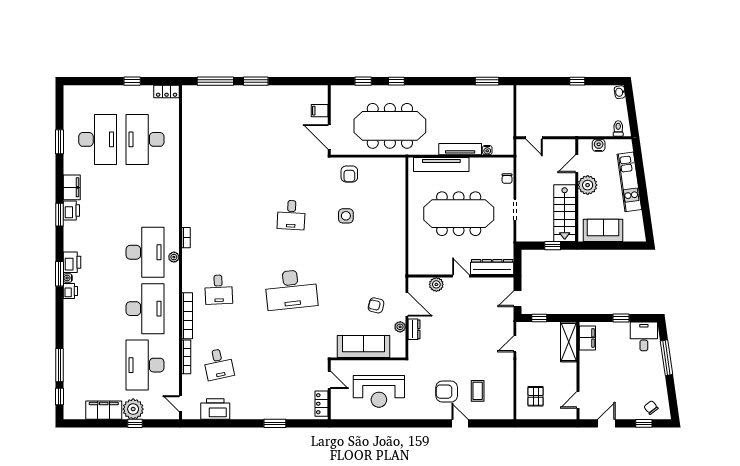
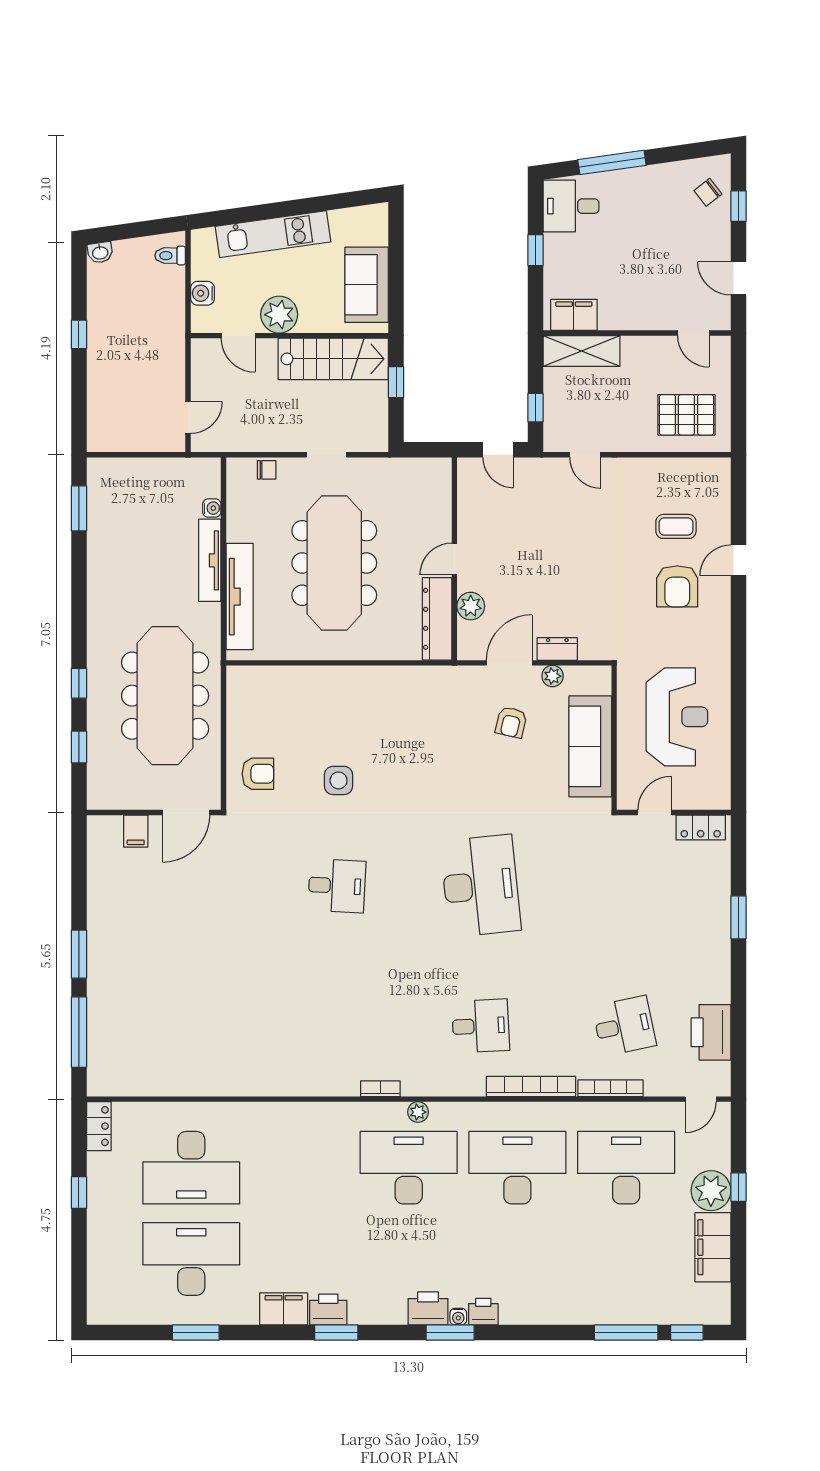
dresser: (492, 267) -> (437, 619), moved
desk: (145, 365) -> (626, 1168), turned 180
pallet: (536, 396) -> (686, 415), width x1.50, depth x1.42

